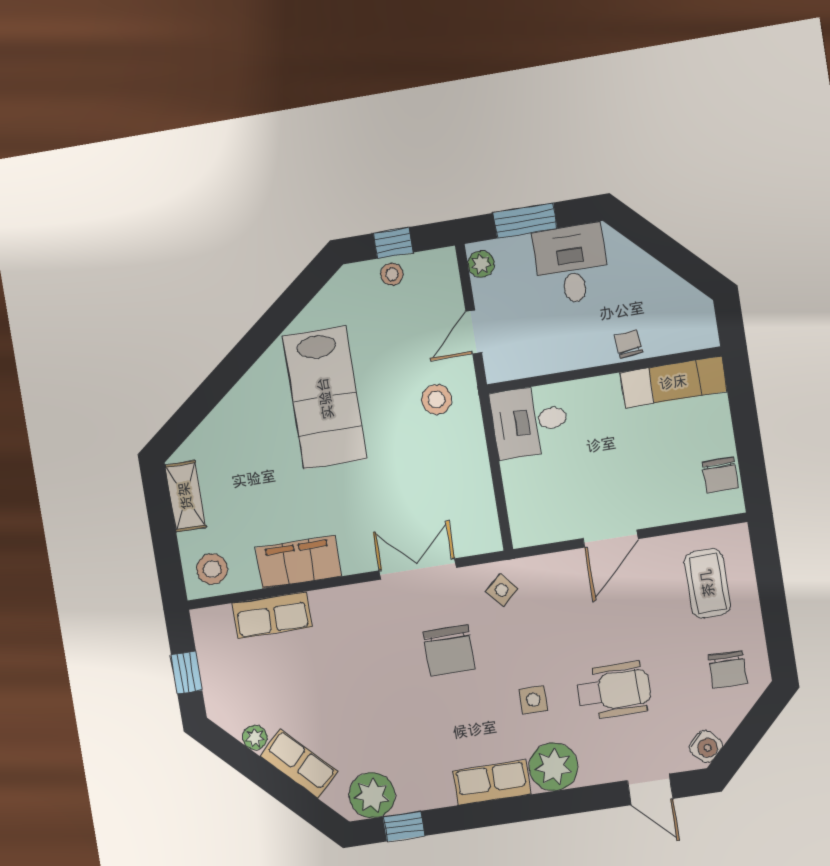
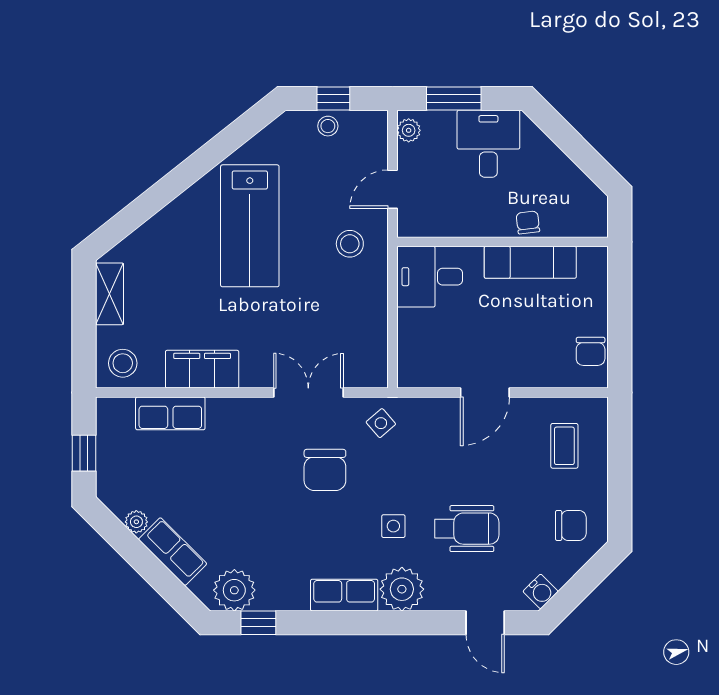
exam couch: (673, 382) -> (530, 262), moved
coffee table: (707, 583) -> (564, 446), width x0.73, depth x0.77
chair: (728, 669) -> (571, 525), turned -90

